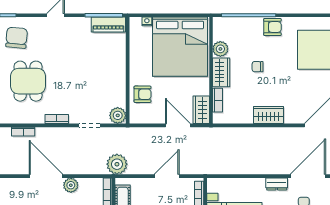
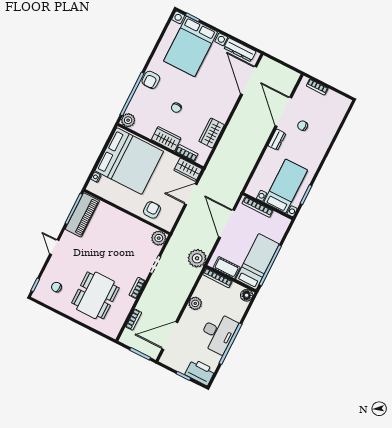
piano: (108, 25) -> (82, 215), width x1.37, depth x1.33
armchair: (272, 27) -> (151, 80), turned 180
chair: (17, 38) -> (56, 287), width x0.54, depth x0.54
plant: (220, 49) -> (128, 120), moved
dining table: (28, 81) -> (95, 295), width x1.38
wardrobe: (268, 115) -> (212, 133), moved
door: (46, 176) -> (170, 336), moved
door: (167, 176) -> (227, 224), width x1.36

